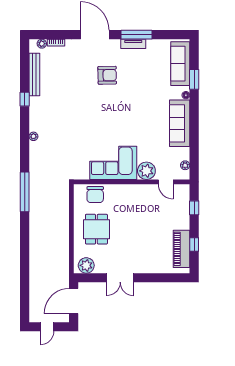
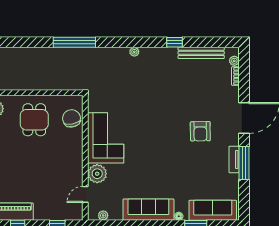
chair: (95, 195) -> (72, 118), turned 79
dining table: (96, 229) -> (34, 120), turned 90

